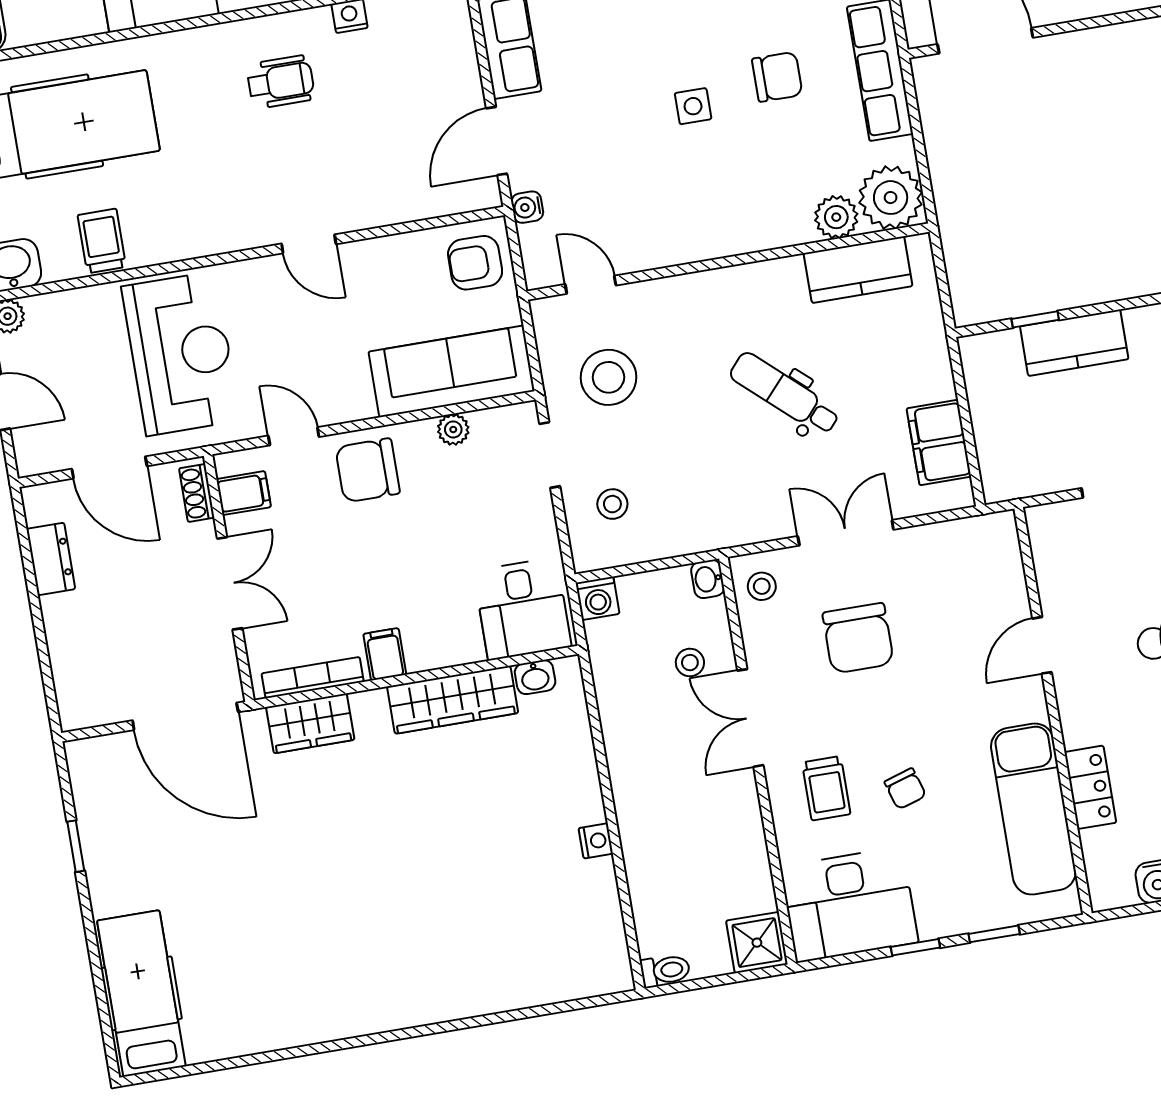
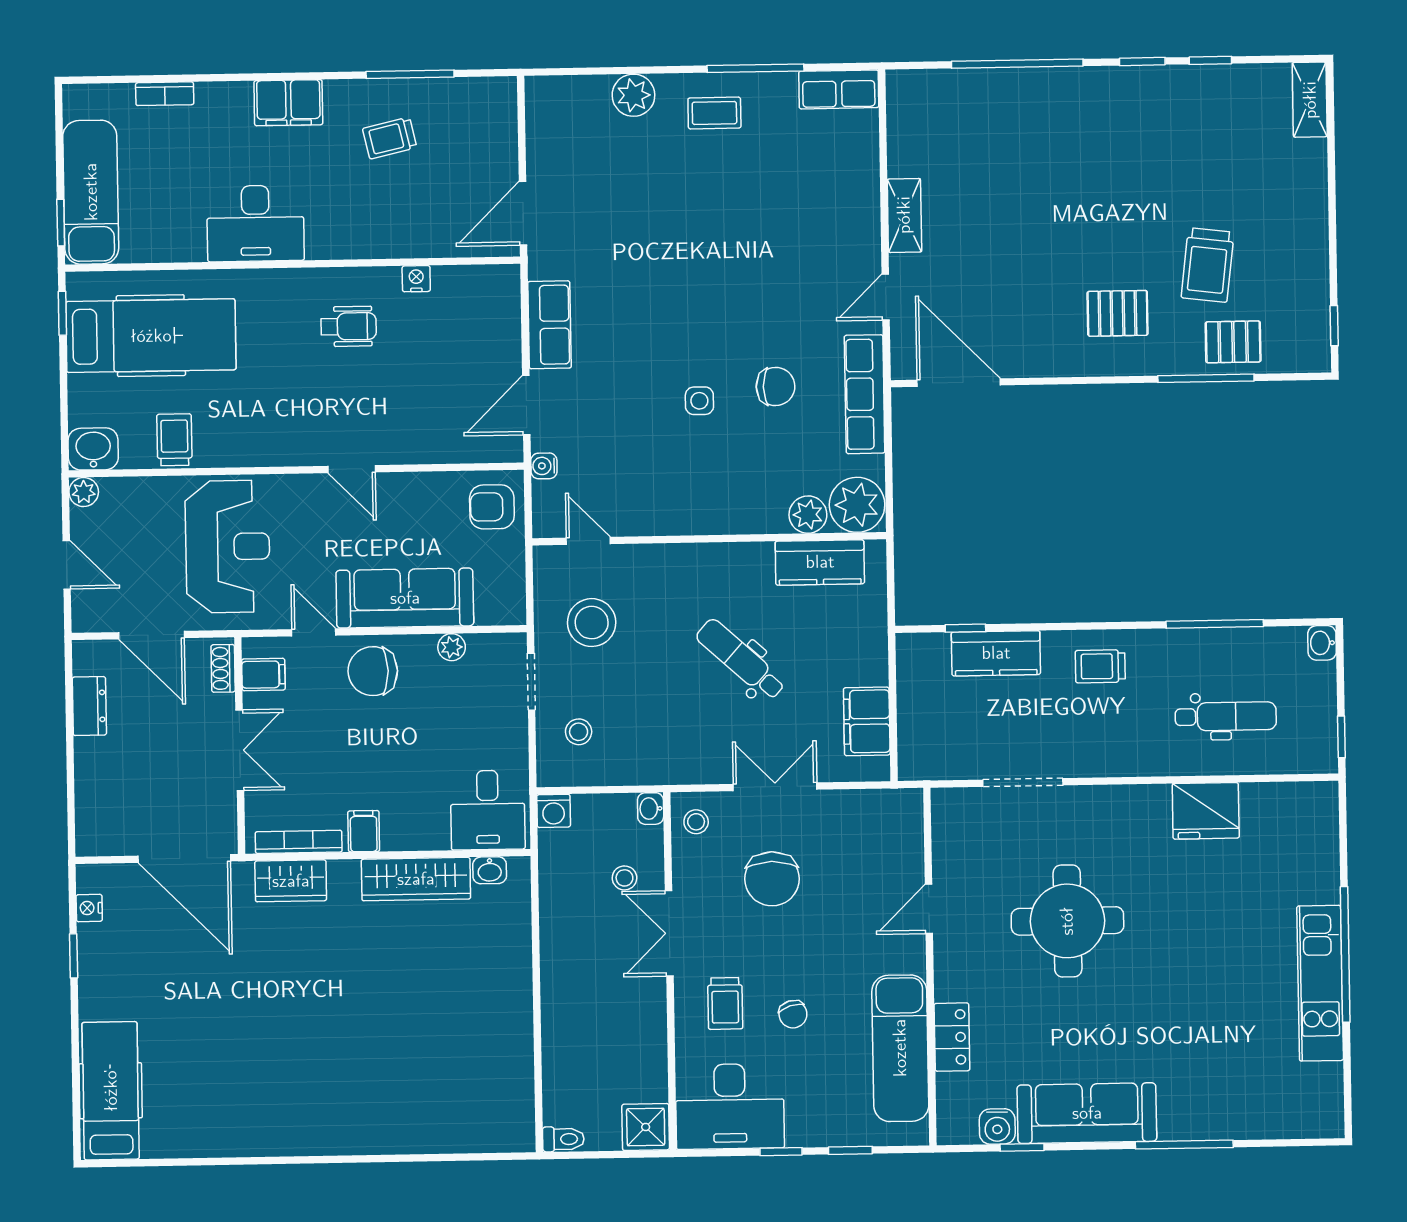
sofa: (452, 371) -> (405, 598), moved
nightstand: (596, 841) -> (89, 908), moved, turned 180

